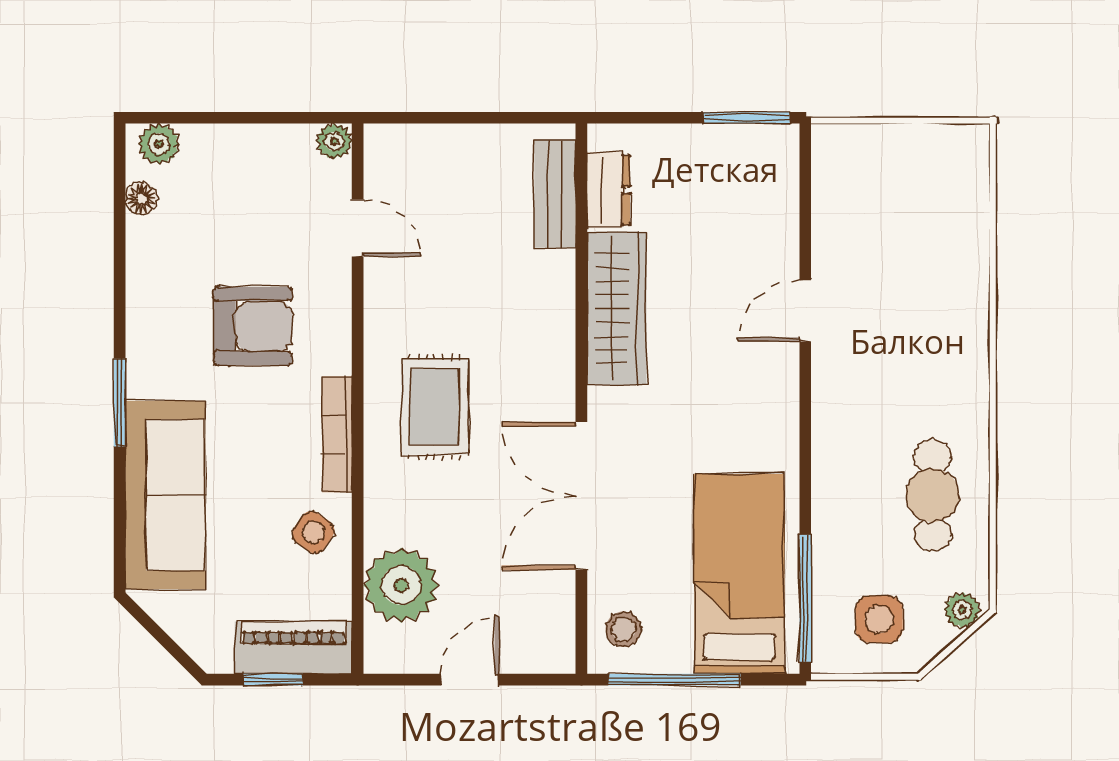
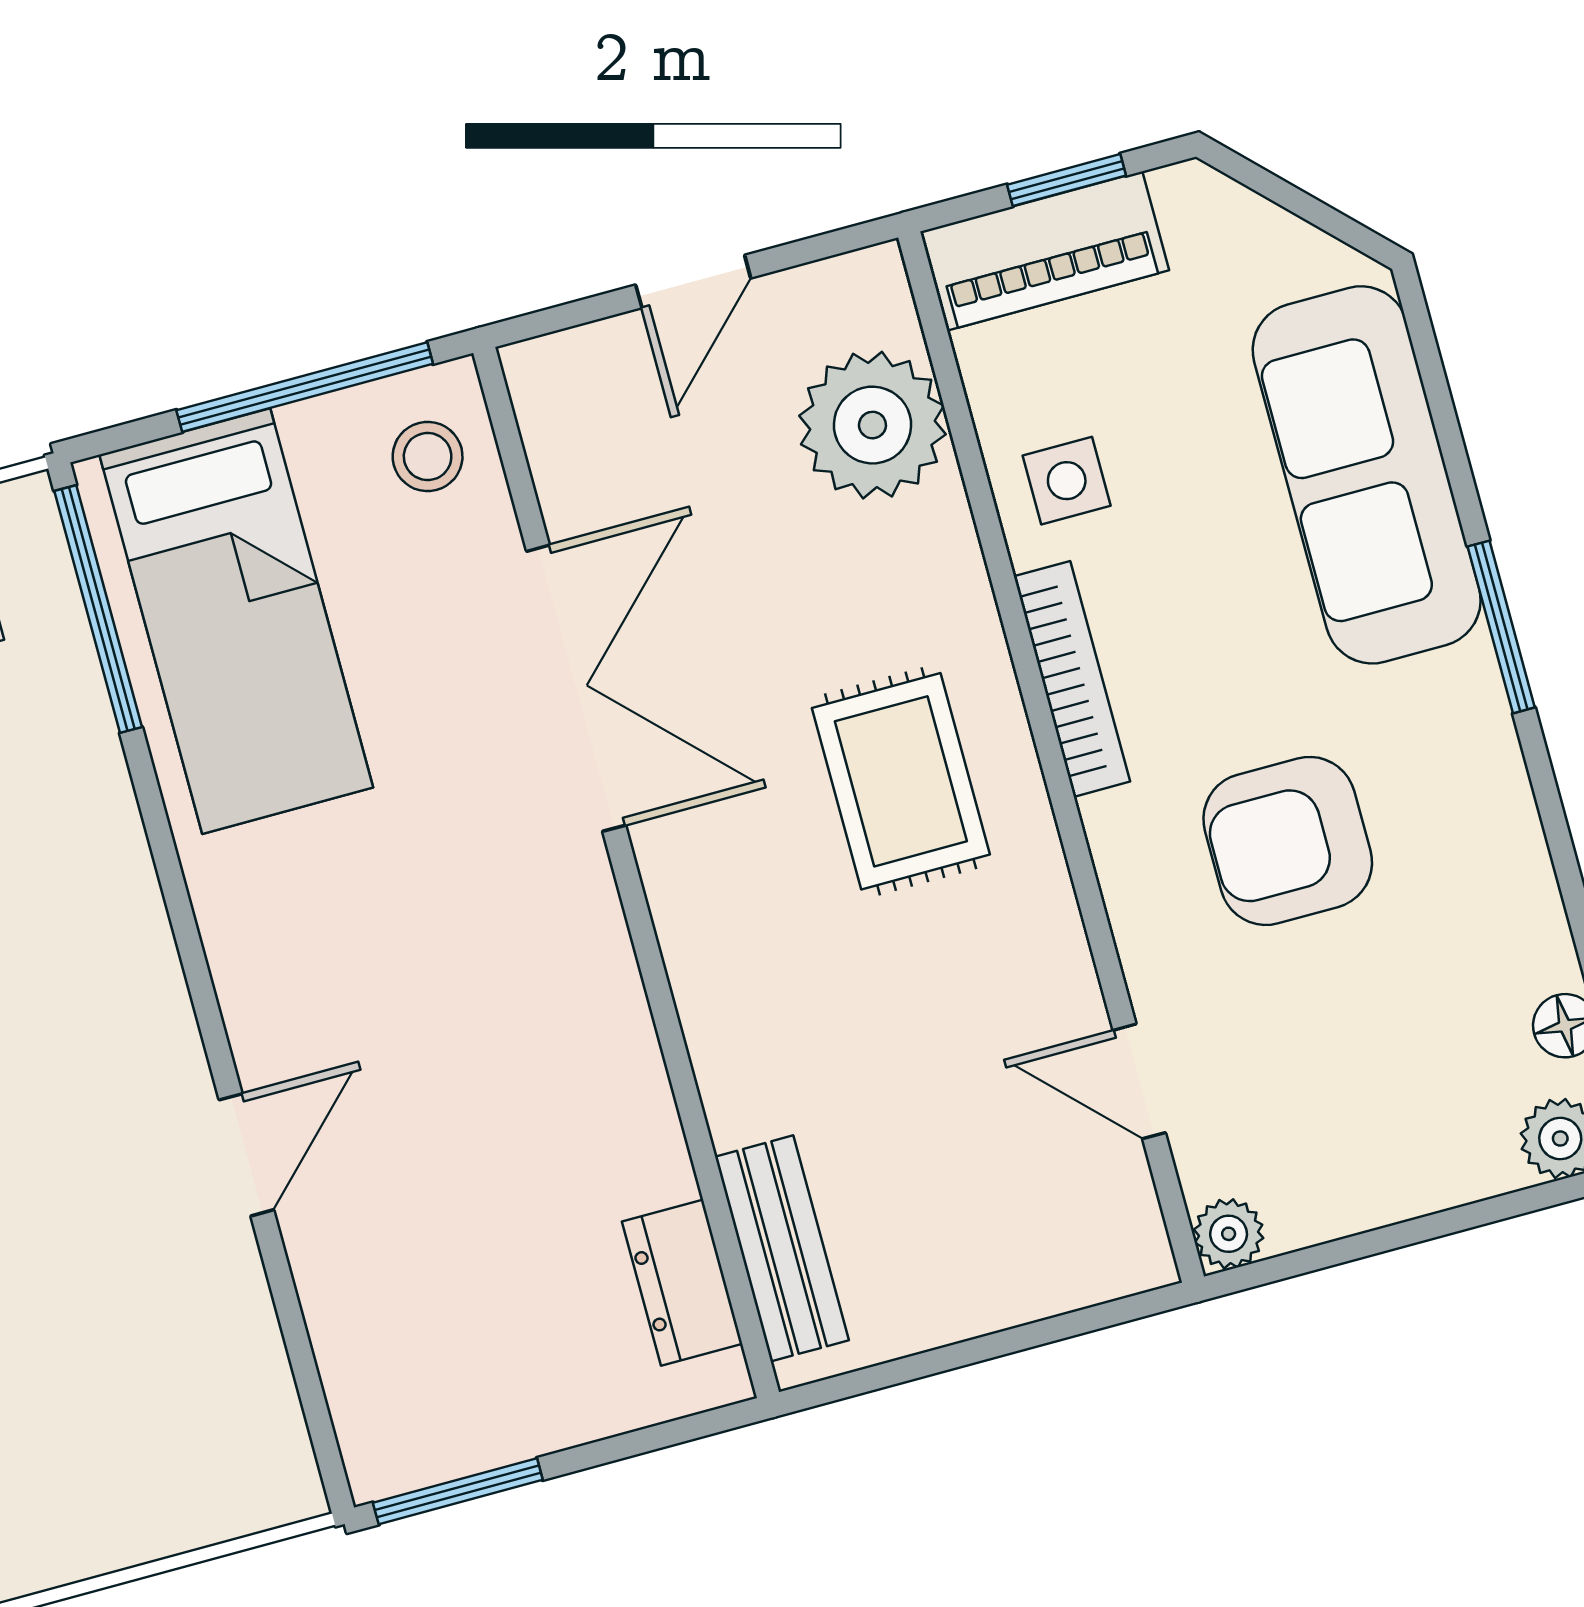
wardrobe: (617, 308) -> (606, 1062), removed
side table: (313, 532) -> (1067, 481), turned -35

